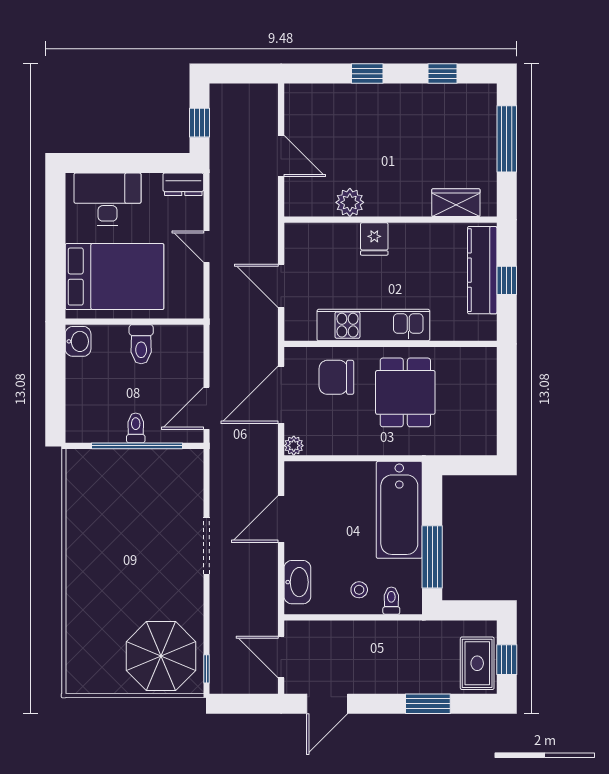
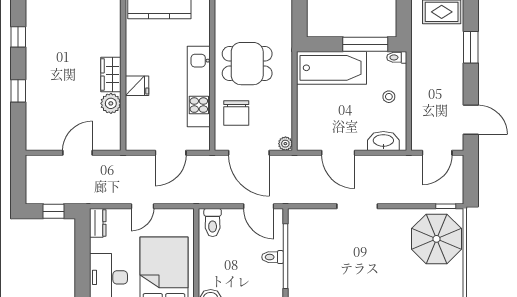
wardrobe: (456, 203) -> (111, 74), moved
toilet: (141, 344) -> (213, 223), moved, turned 90
toilet: (391, 601) -> (397, 57), moved

